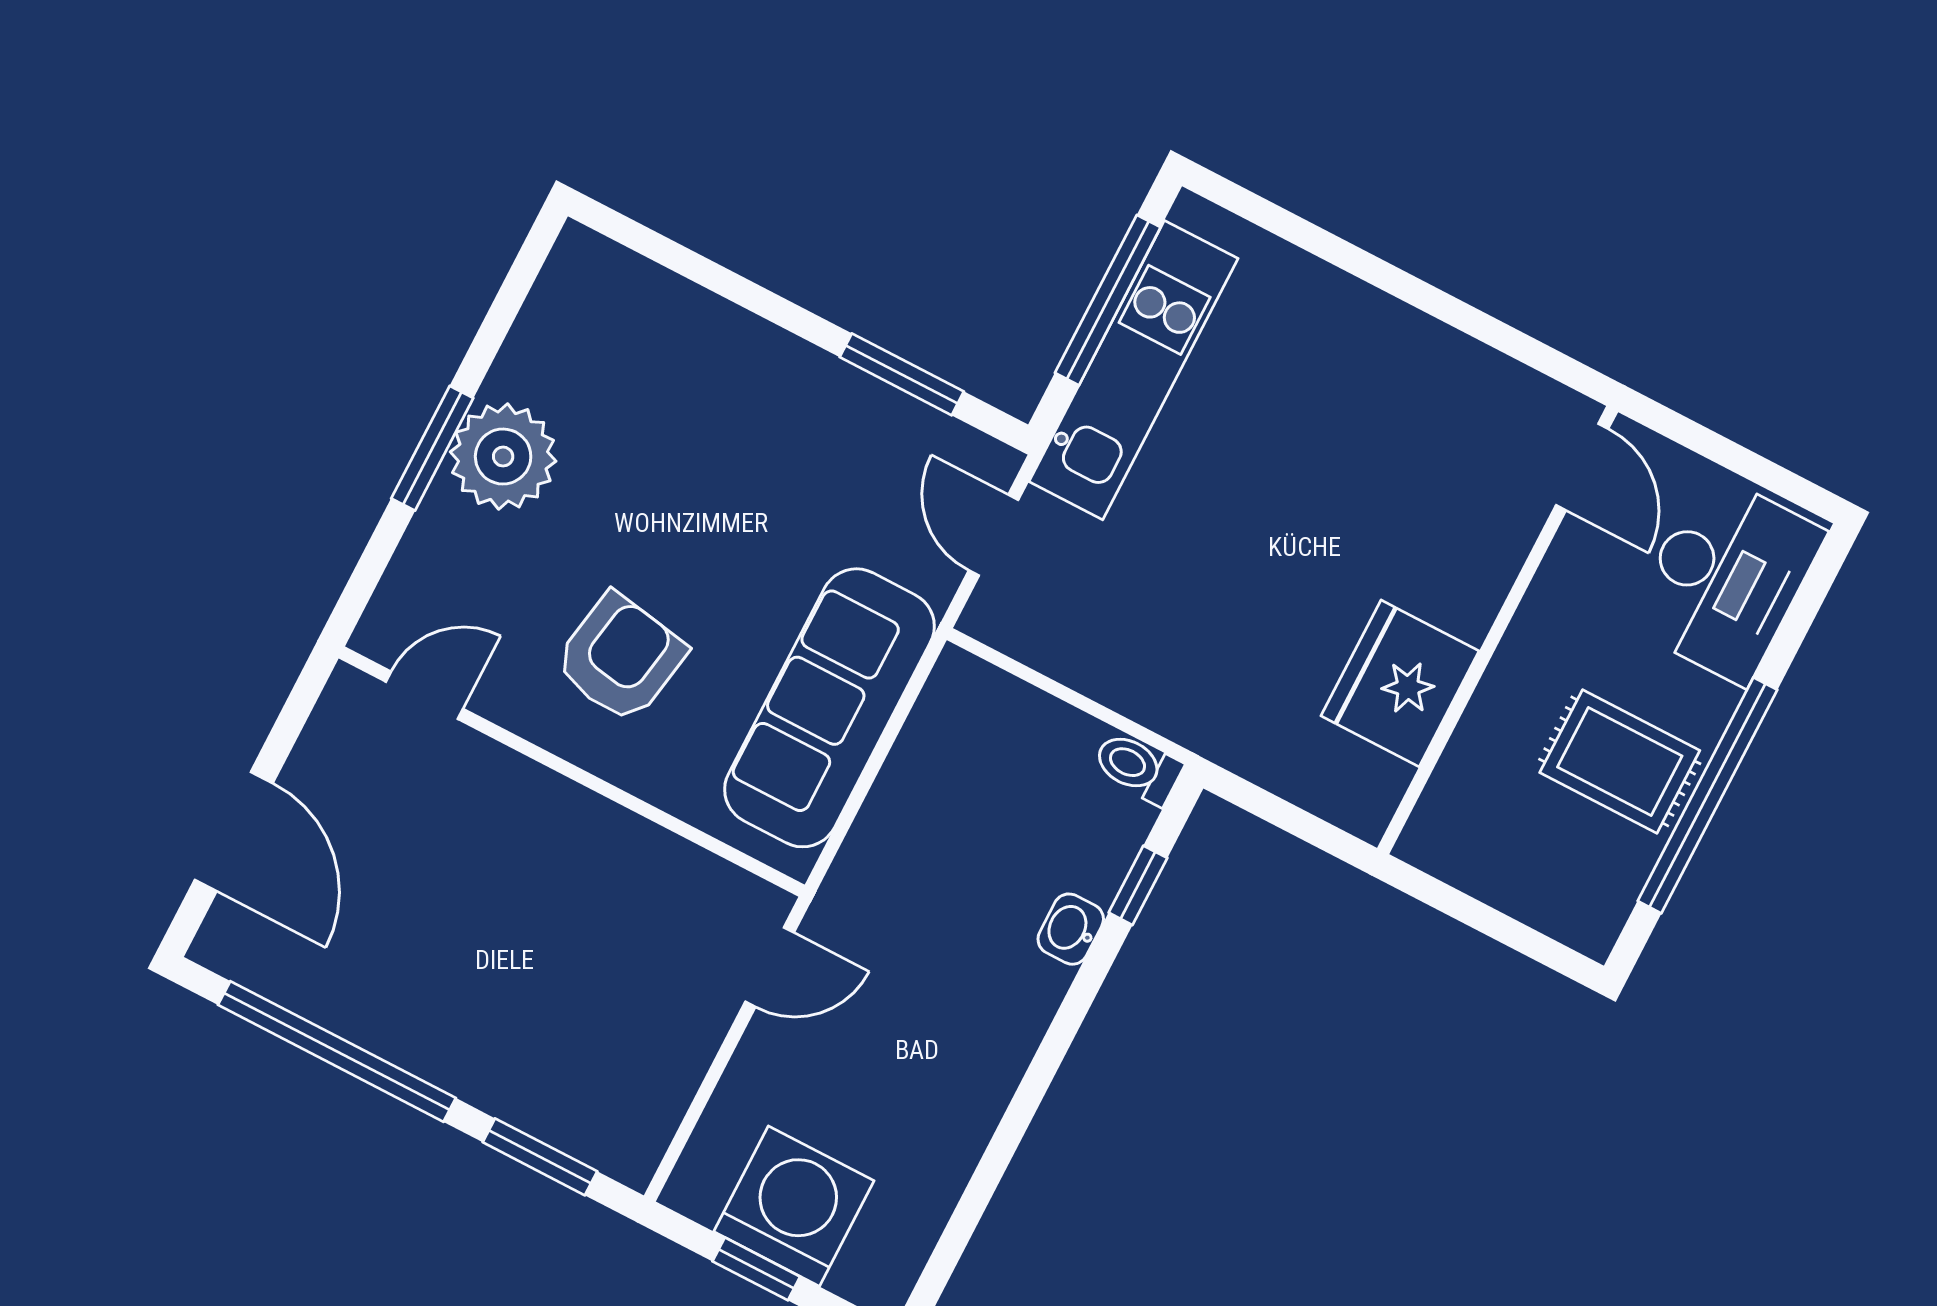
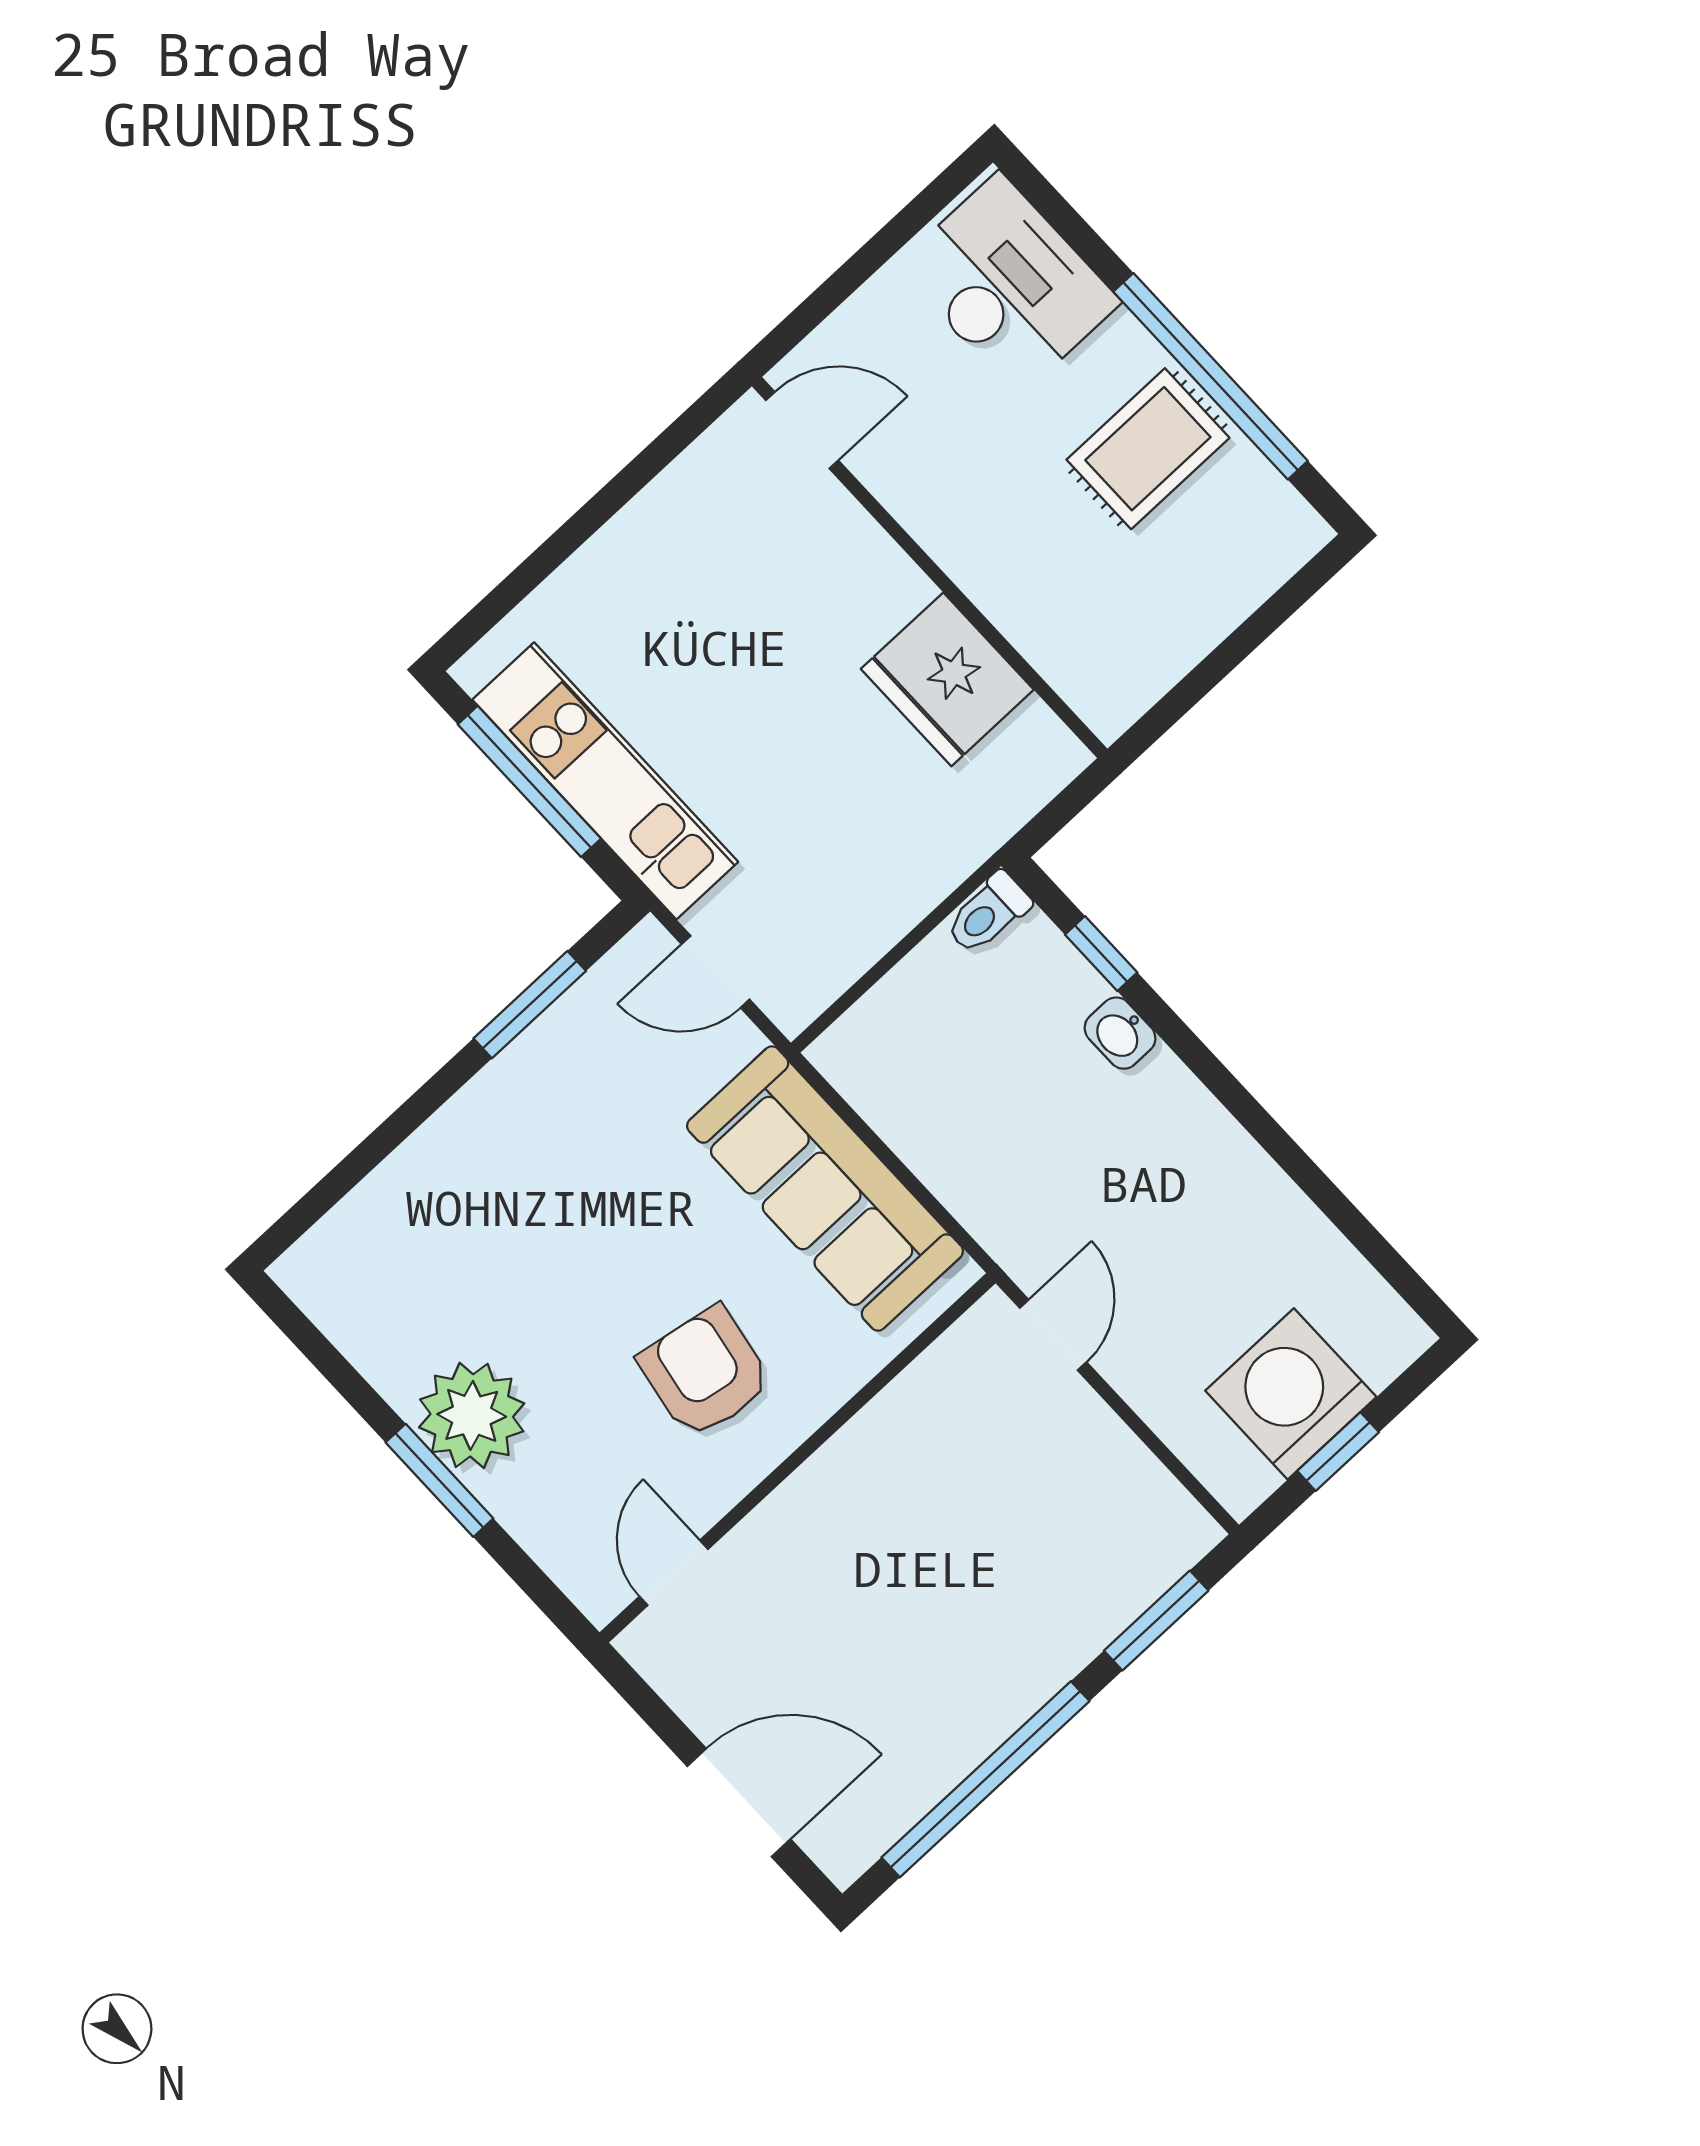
door: (1582, 467) -> (802, 430), moved
wall: (1498, 630) -> (930, 568), moved
fridge: (1400, 683) -> (947, 679), moved

